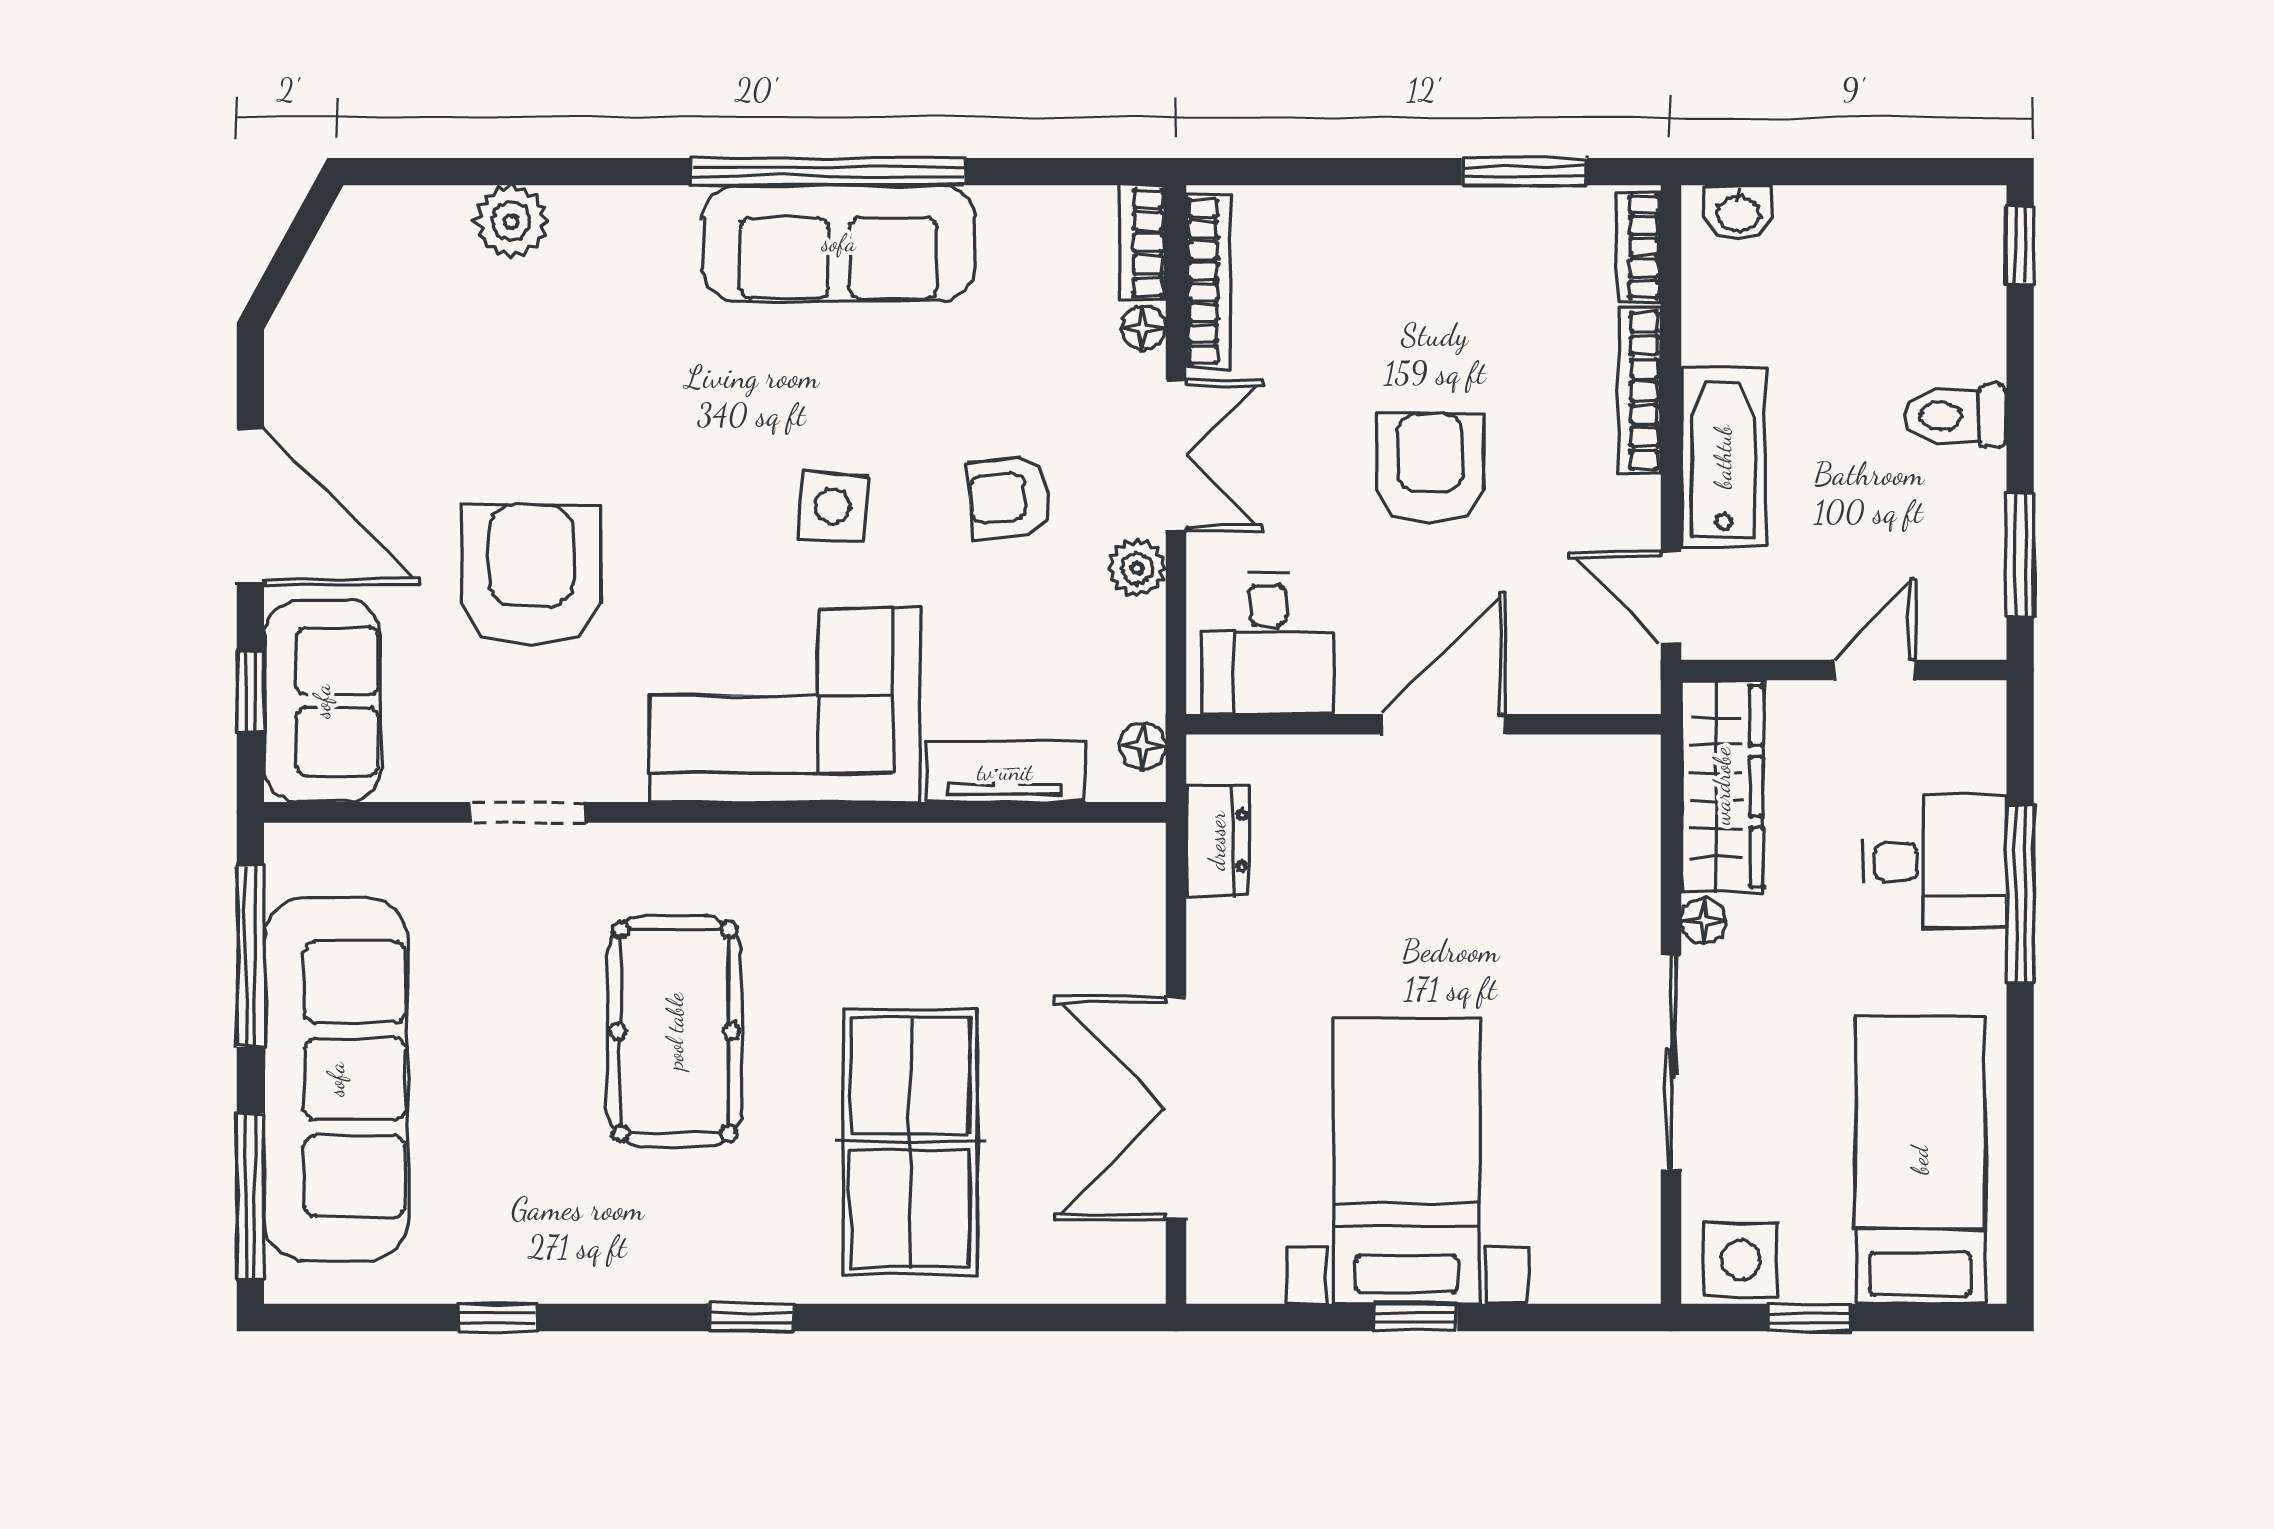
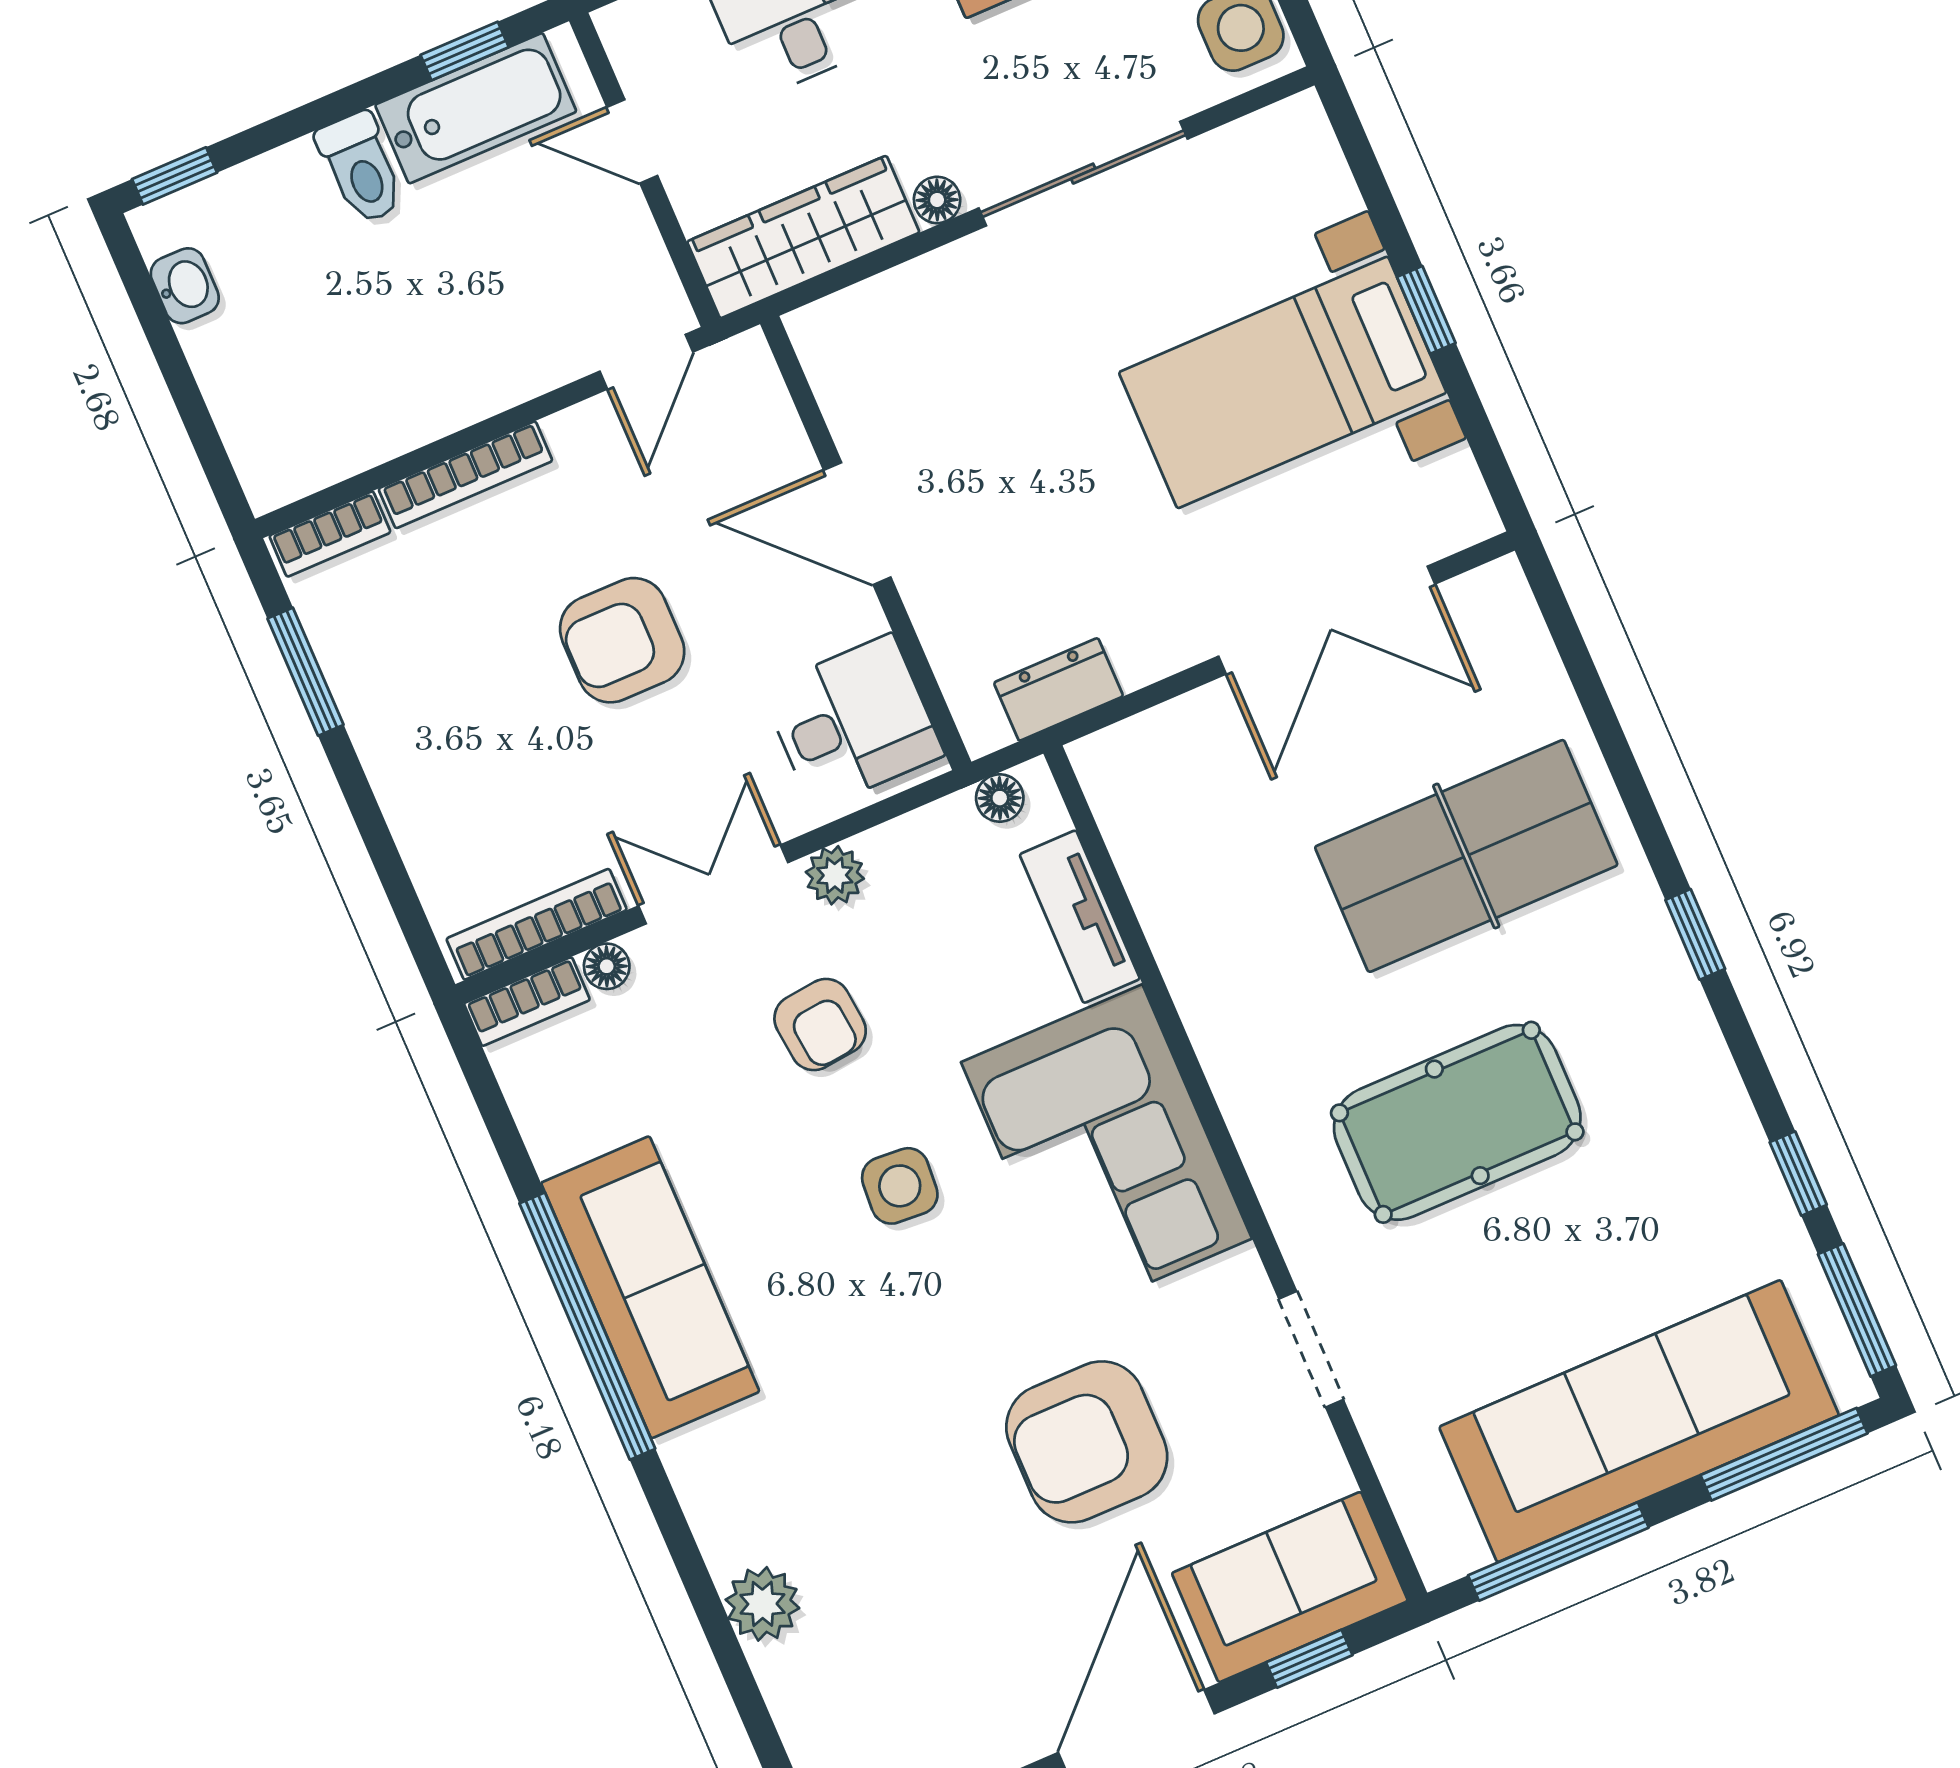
washbasin: (1738, 212) -> (185, 286), moved
bathtub: (1723, 457) -> (476, 108), moved, turned 180
window: (2020, 554) -> (465, 51), width x0.67
window: (352, 1318) -> (1857, 1310), added

